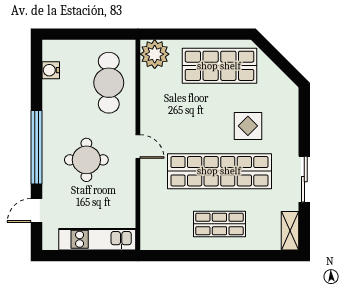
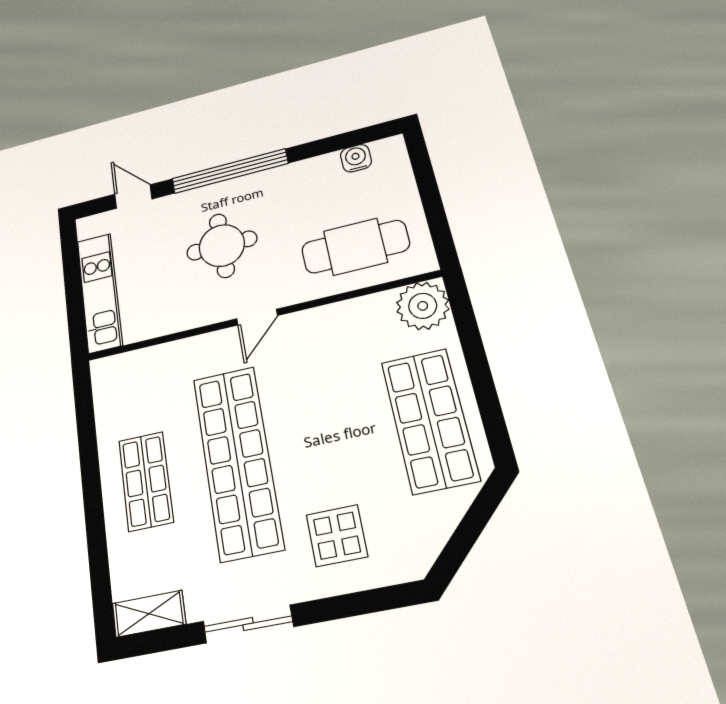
display table: (248, 126) -> (337, 536), moved

